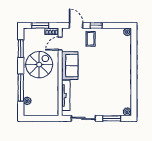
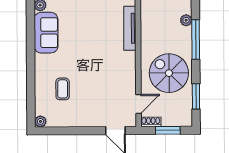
window: (96, 25) -> (86, 131), removed
coffee table: (91, 39) -> (63, 89), moved
spiral stairs: (39, 65) -> (169, 73), turned 90
sofa: (70, 66) -> (46, 33), moved, turned 180

